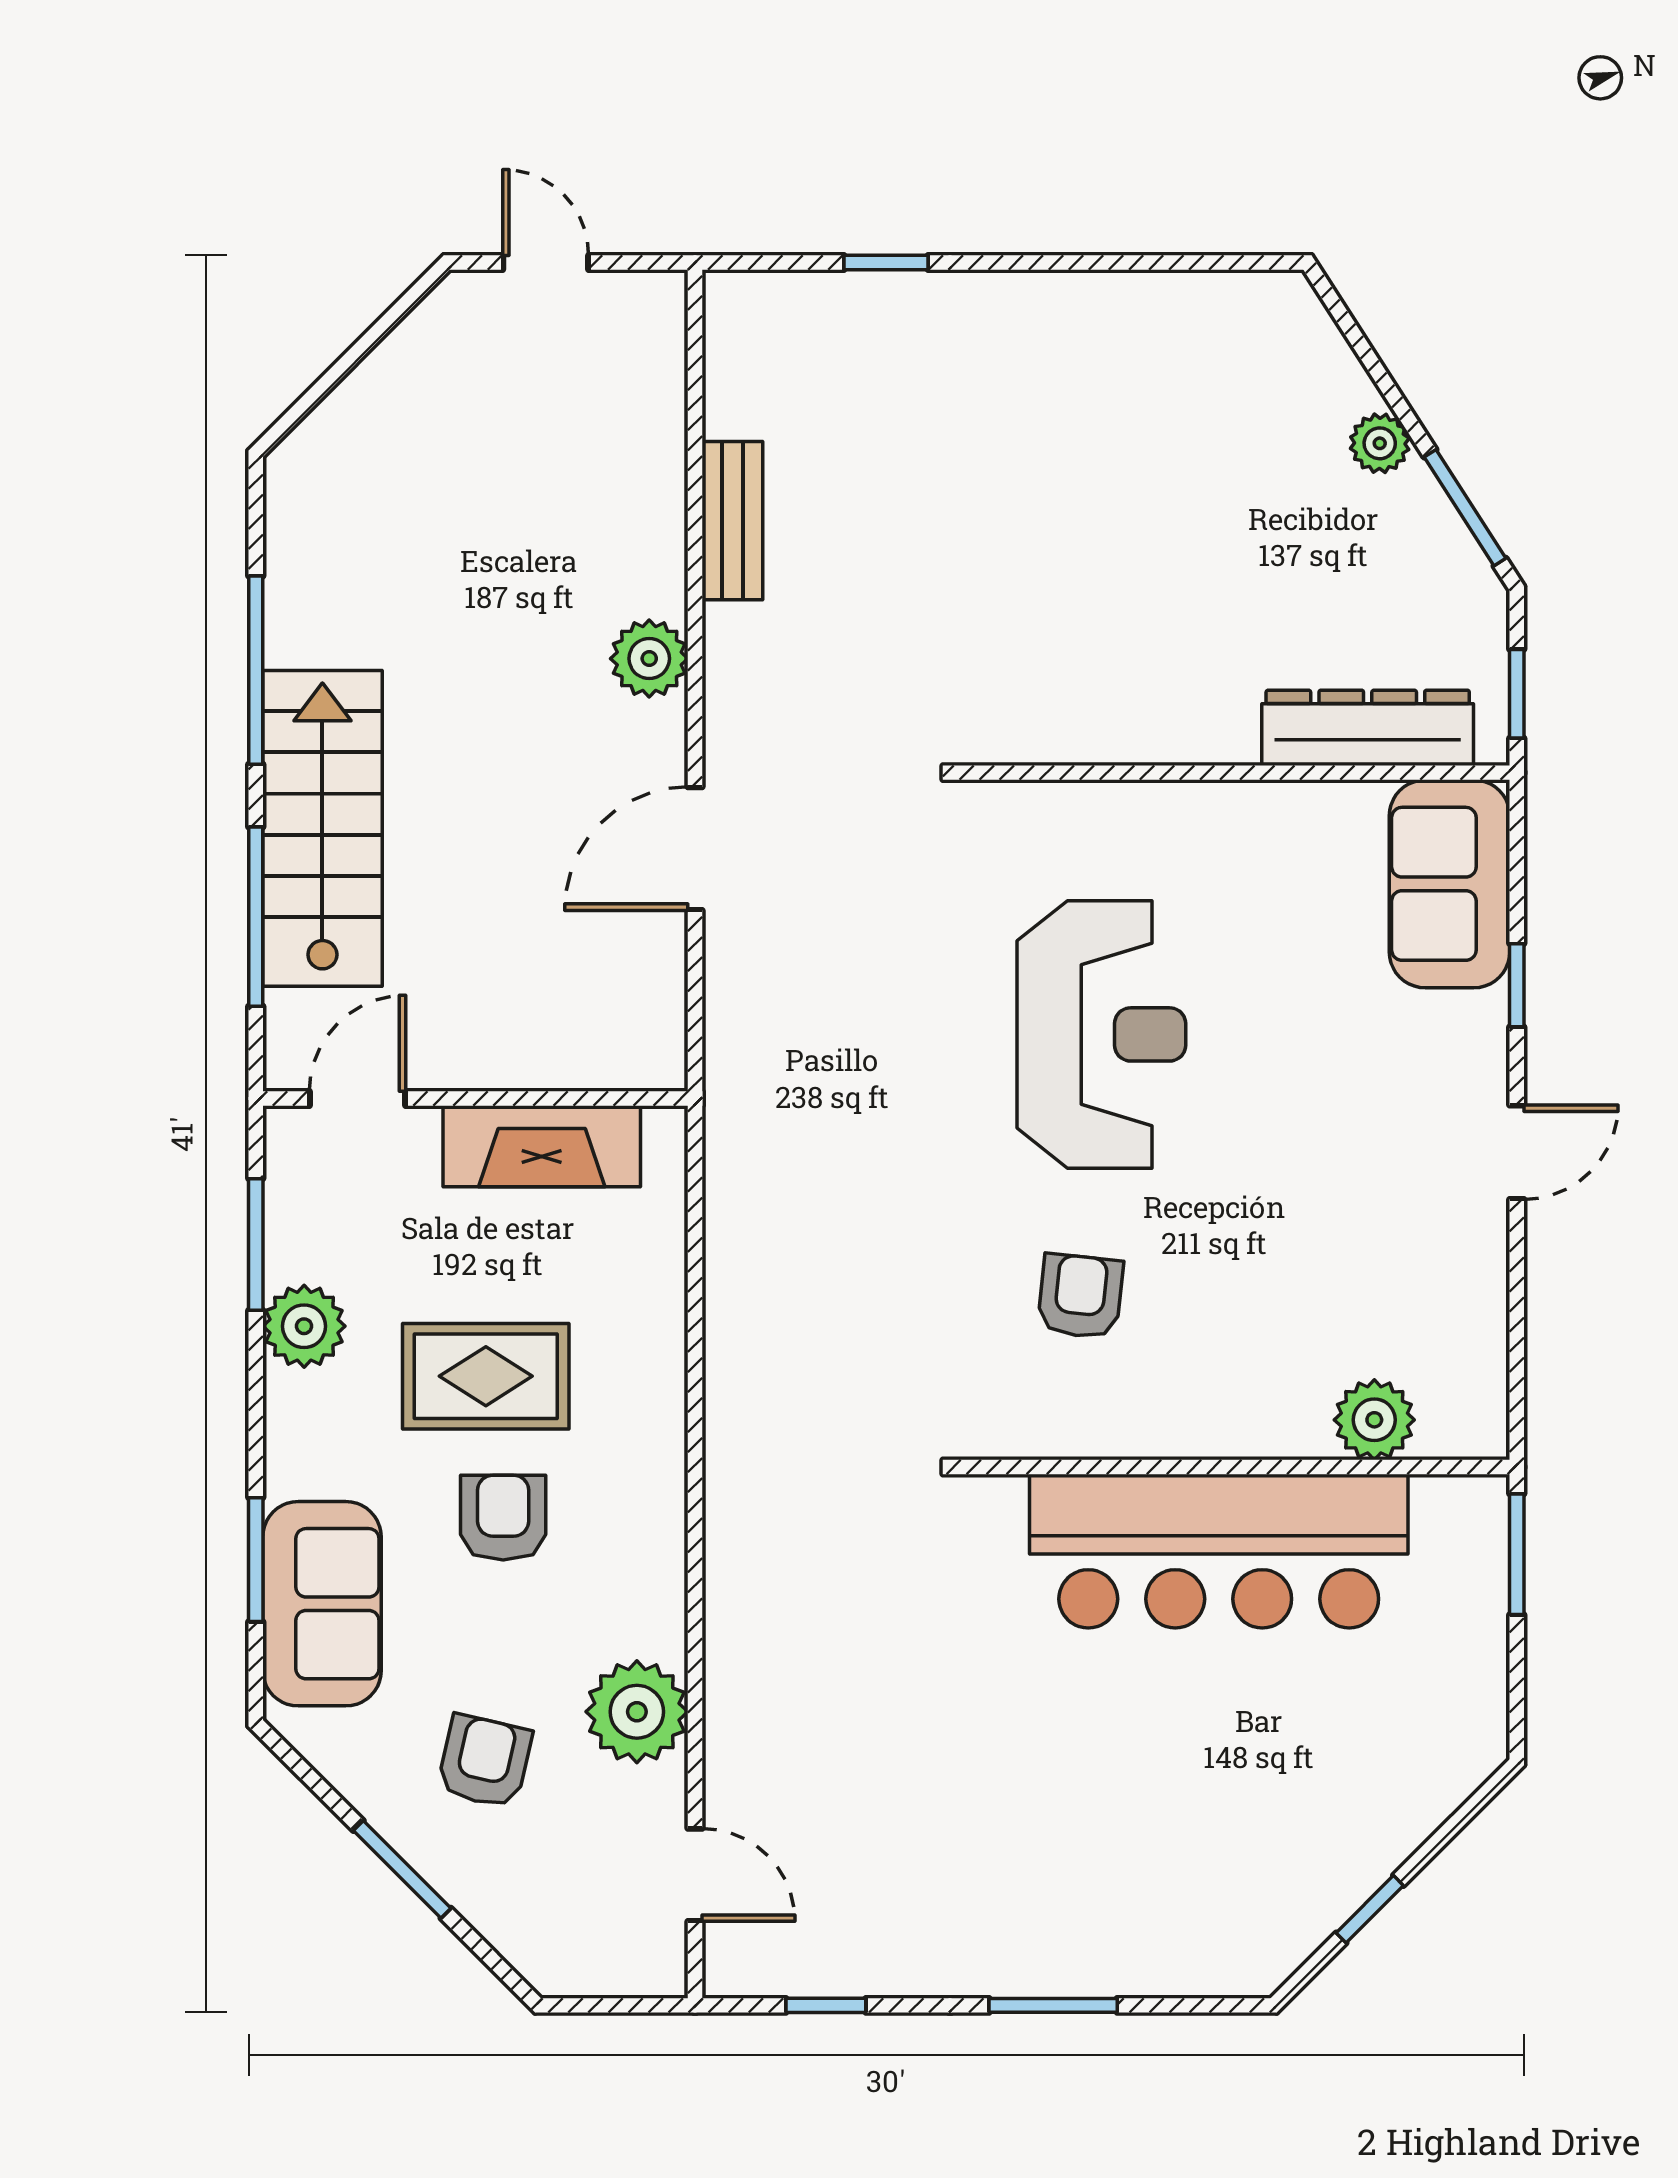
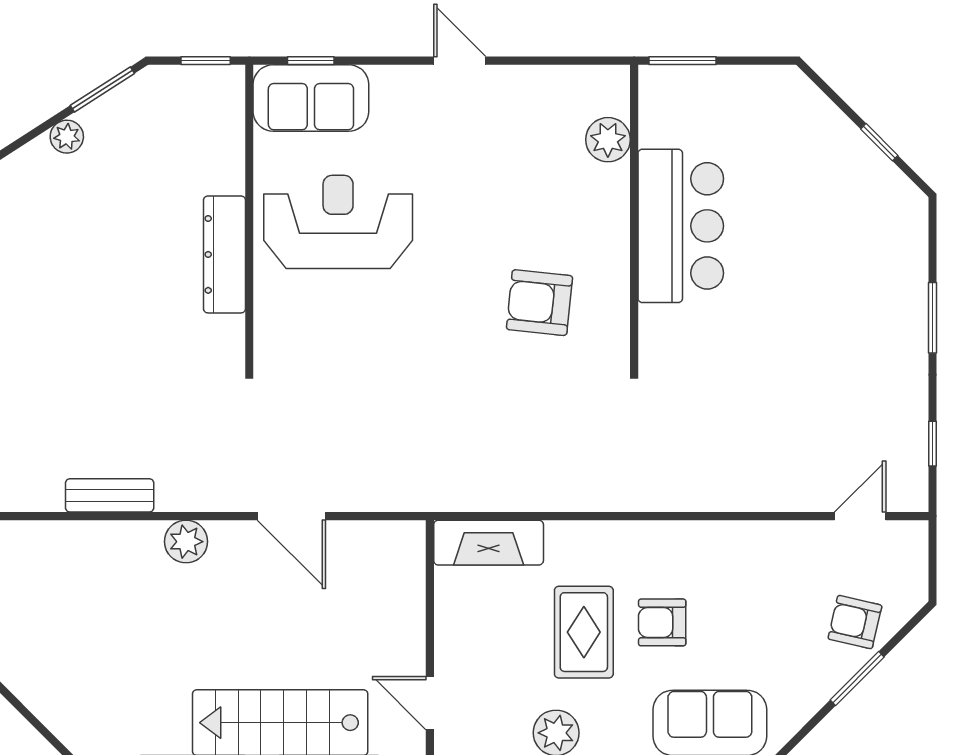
dresser: (1368, 728) -> (224, 254), moved
window: (1517, 985) -> (311, 61), moved
reception desk: (1101, 1034) -> (338, 222), moved
fireplace: (542, 1146) -> (489, 543), moved, turned 90
armchair: (1080, 1296) -> (539, 303), width x1.38, depth x1.38
bar counter: (1219, 1551) -> (681, 226), width x0.73
plant: (637, 1712) -> (770, 548), removed
armchair: (484, 1761) -> (855, 622), moved

